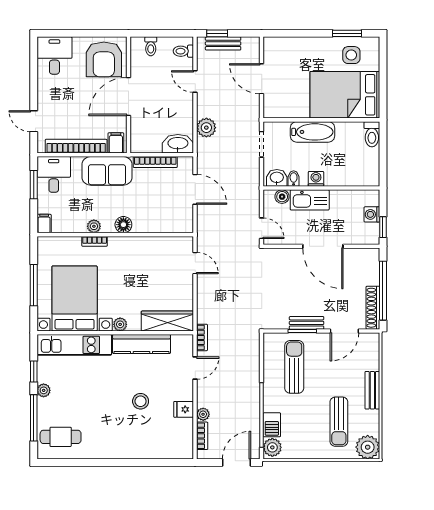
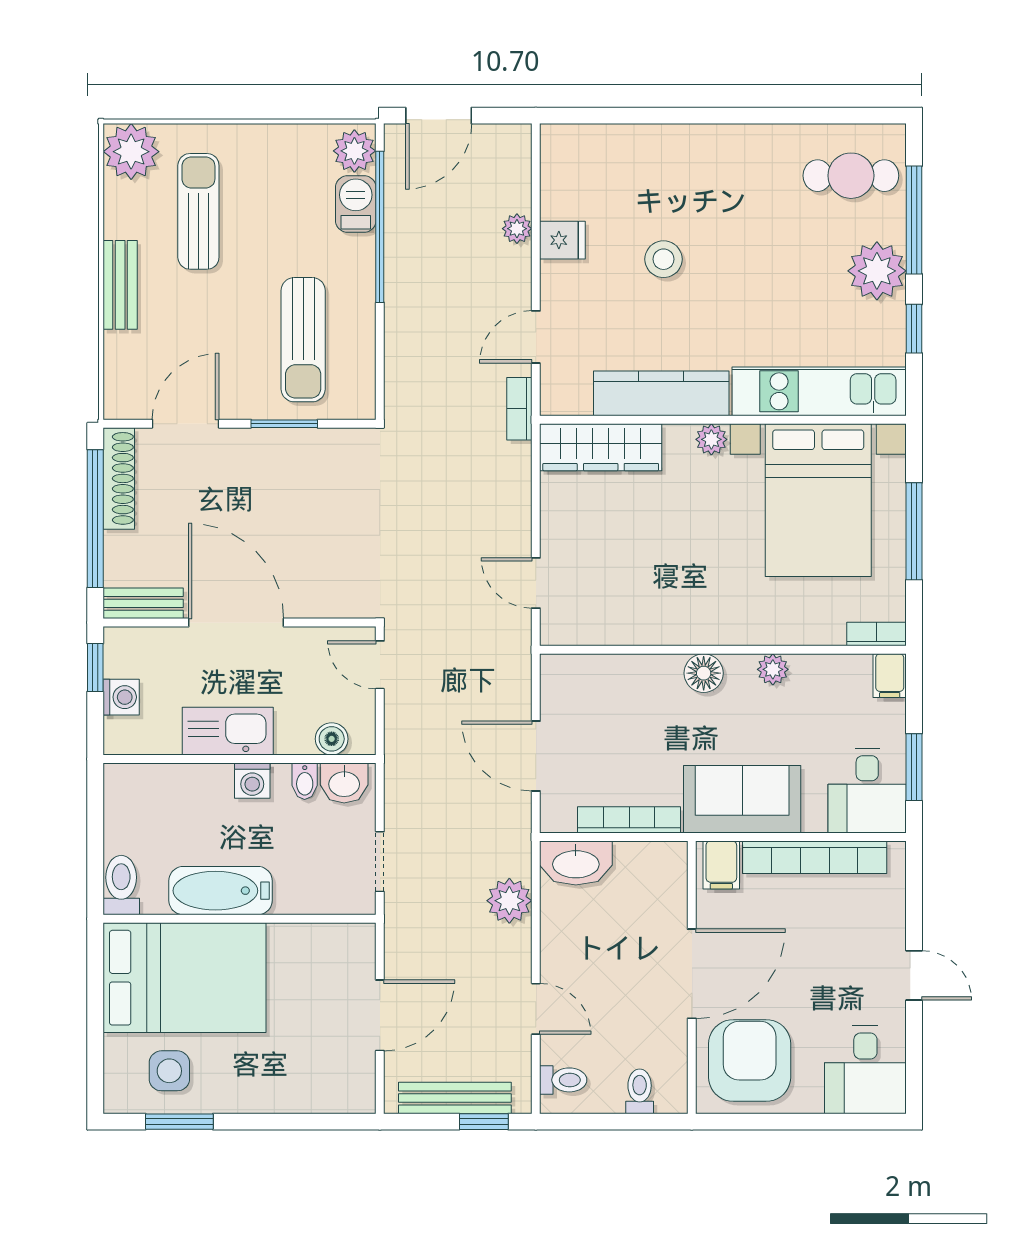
bench: (223, 43) -> (455, 1098), width x1.36
door: (262, 79) -> (380, 1015), hinge flipped
door: (34, 121) -> (914, 975), moved
bathtub: (313, 132) -> (221, 891), moved
kitchen sink: (310, 200) -> (228, 731), moved
bookcase: (95, 241) -> (877, 634), moved
bench: (307, 323) -> (143, 603), moved
plant: (44, 390) -> (877, 271), width x1.87, depth x1.87
bookcase: (202, 436) -> (519, 178), removed

